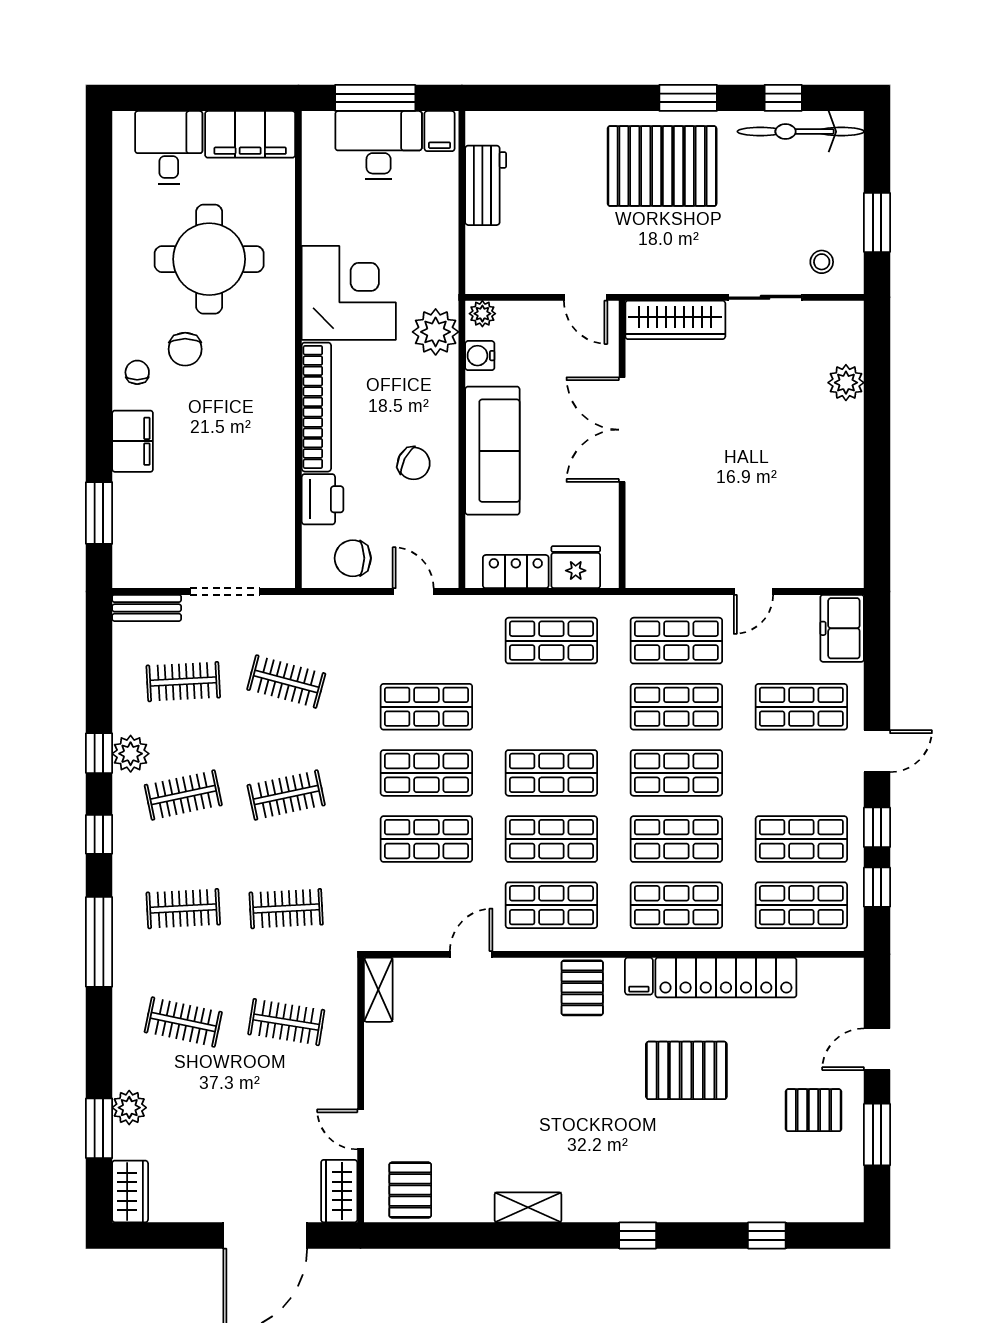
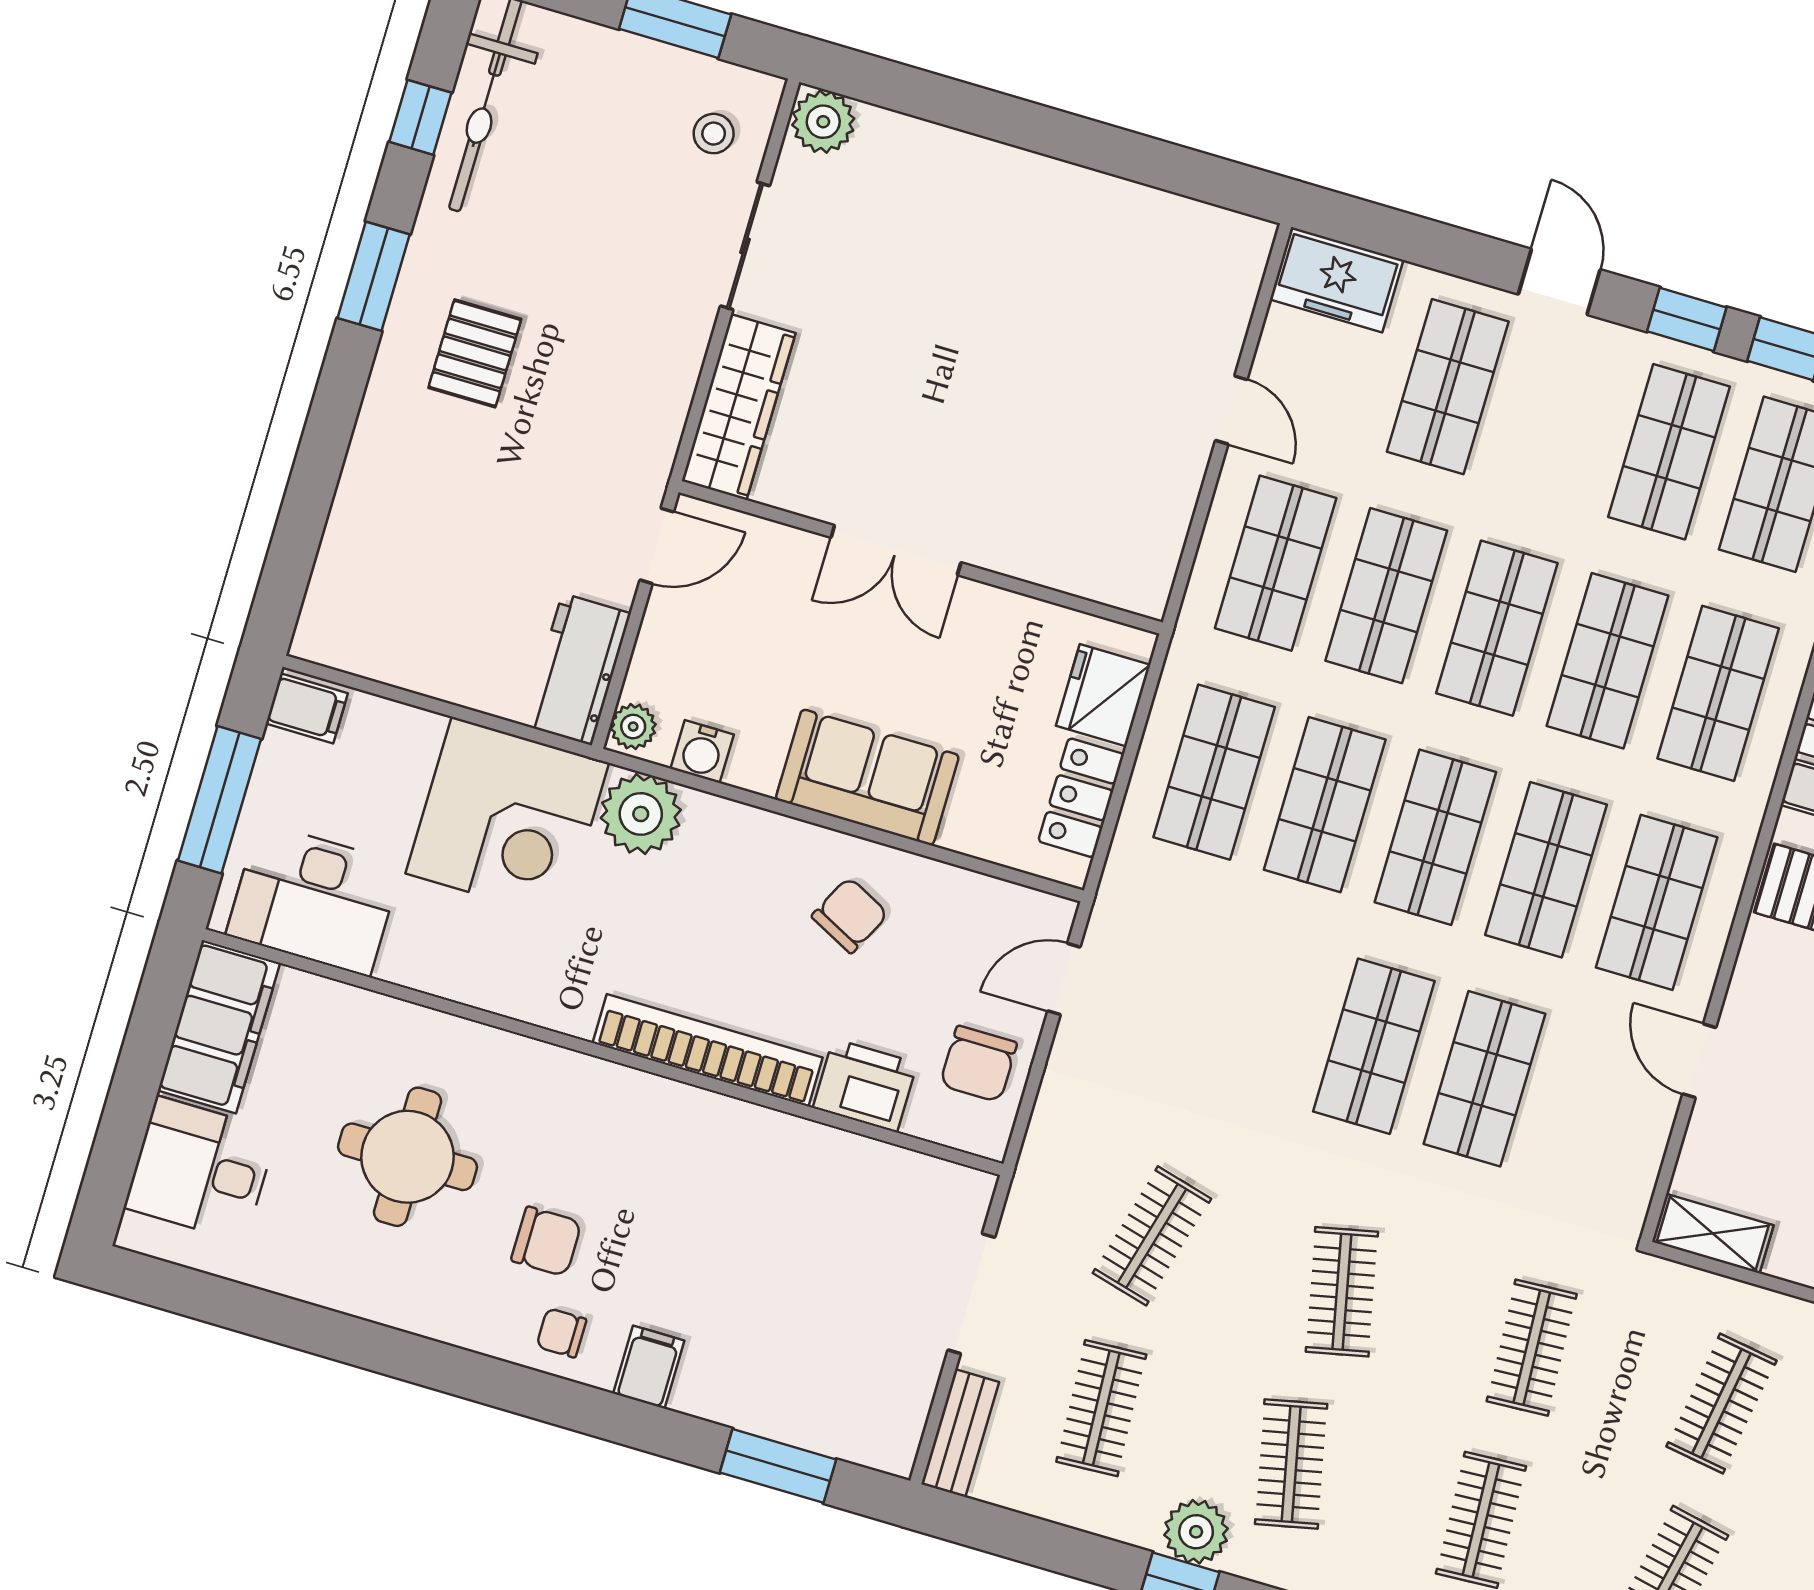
desk: (379, 145) -> (314, 899), moved, turned -90
pallet: (662, 166) -> (475, 353), width x0.49, depth x0.50
workbench: (486, 185) -> (577, 669), moved, turned -90
round table: (209, 259) -> (407, 1157), width x0.73, depth x0.73
corner desk: (349, 293) -> (507, 818), moved, turned 180
plant: (846, 383) -> (823, 122), moved
double door: (622, 430) -> (896, 550), width x0.73
filing cabinet: (133, 441) -> (649, 1367), width x0.50
sofa: (492, 451) -> (867, 777), width x0.73
shop shelf: (426, 707) -> (1325, 805), moved

